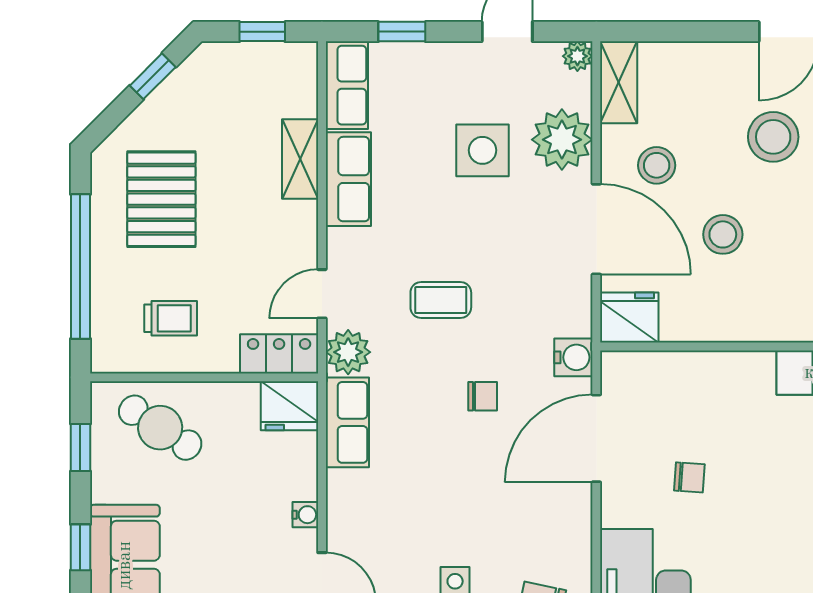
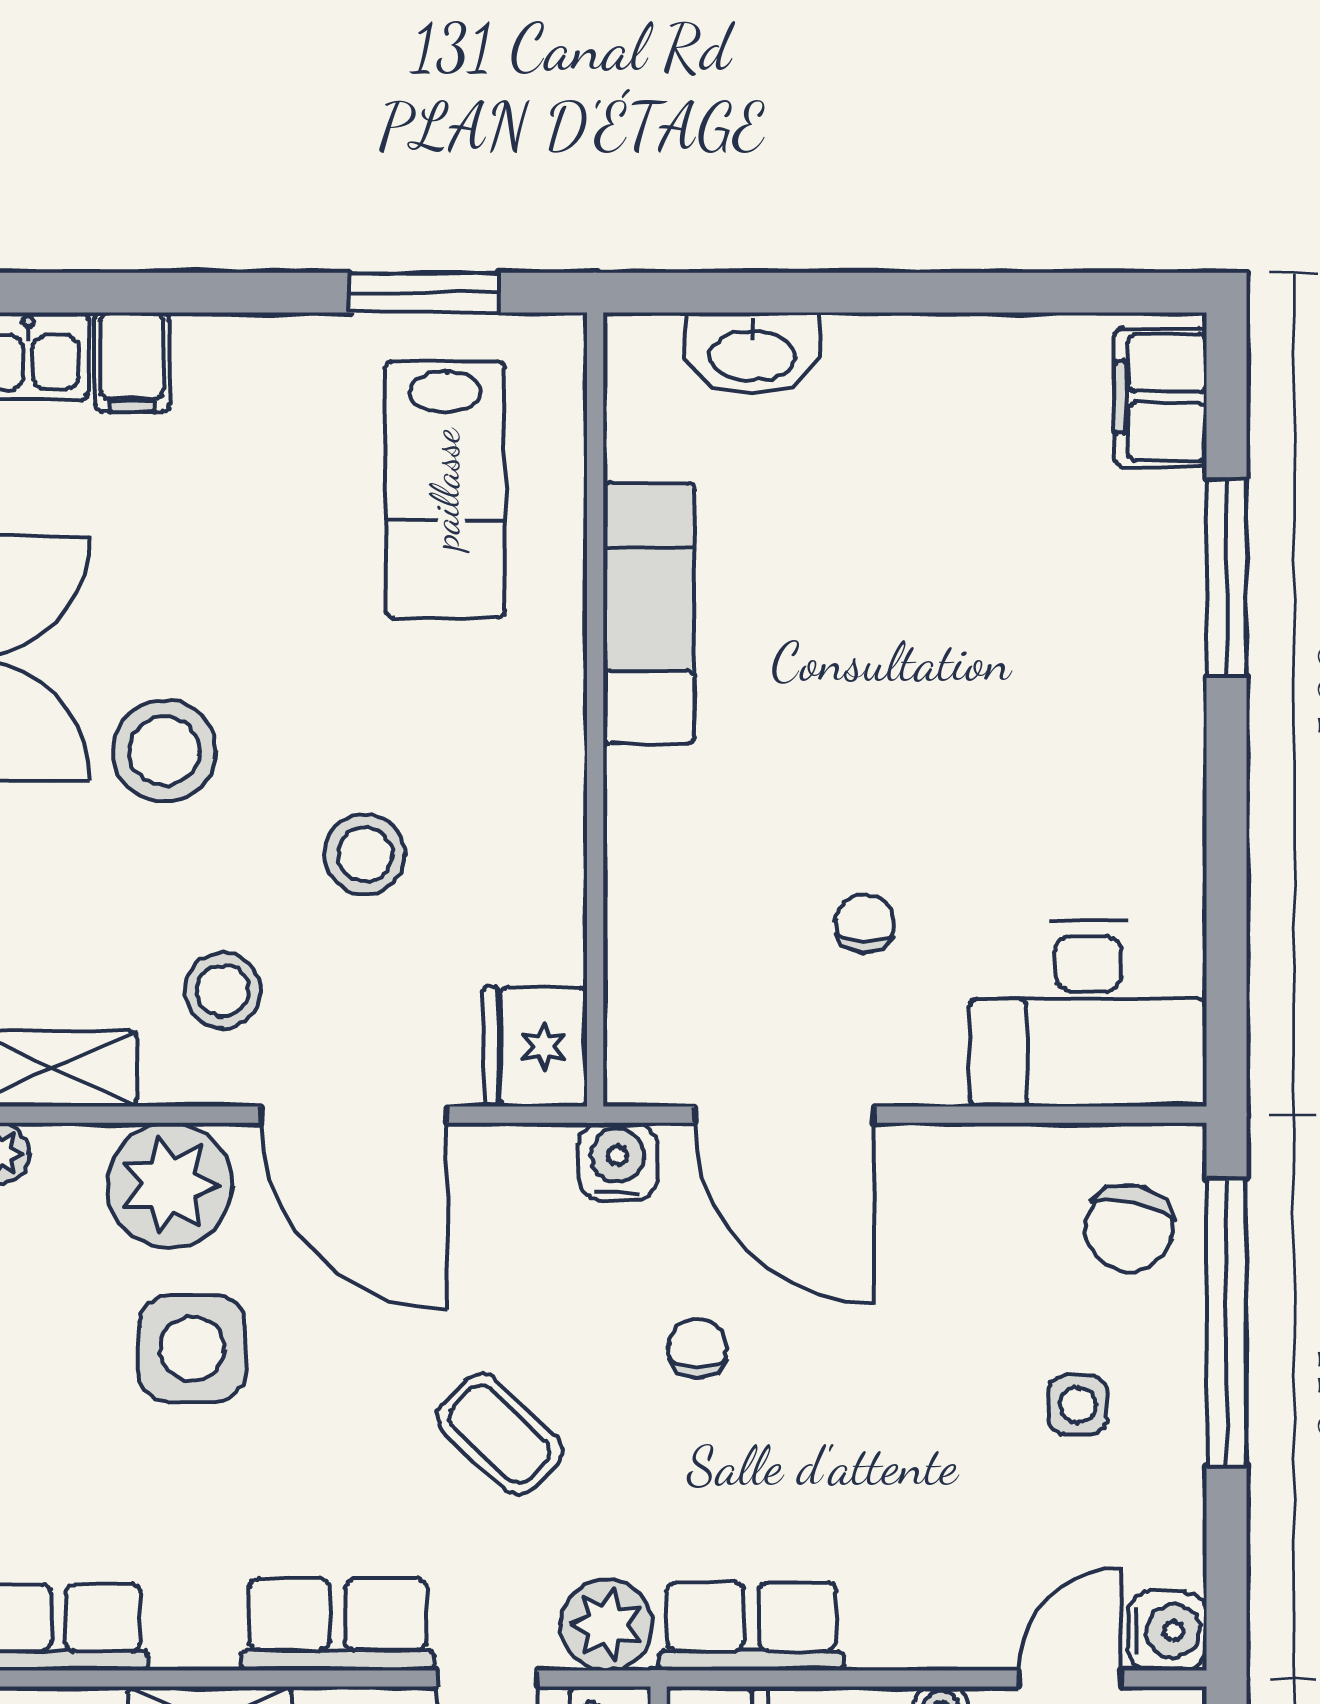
row of seats: (348, 179) -> (338, 1624), moved
door: (596, 229) -> (354, 1115), swing flipped
coffee table: (441, 300) -> (500, 1434), turned -47

